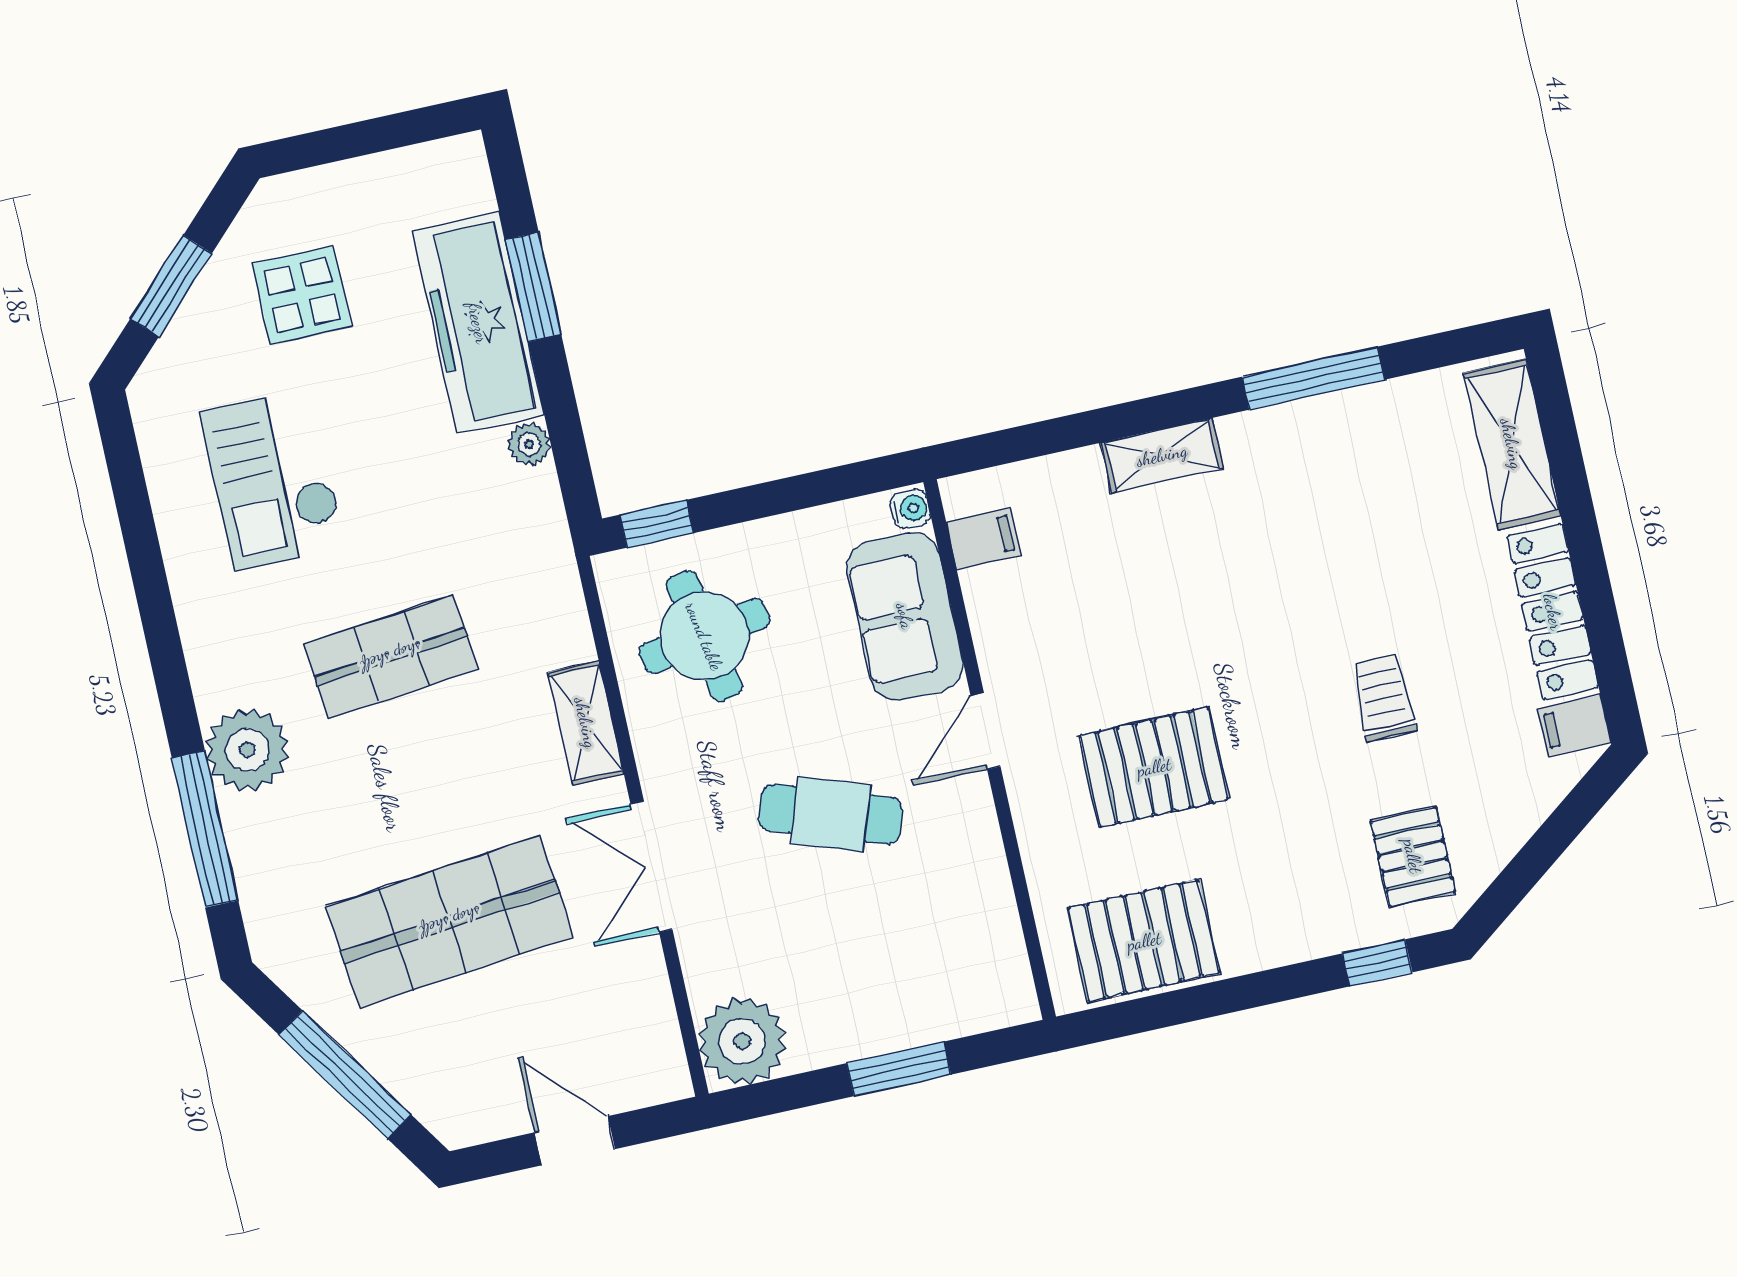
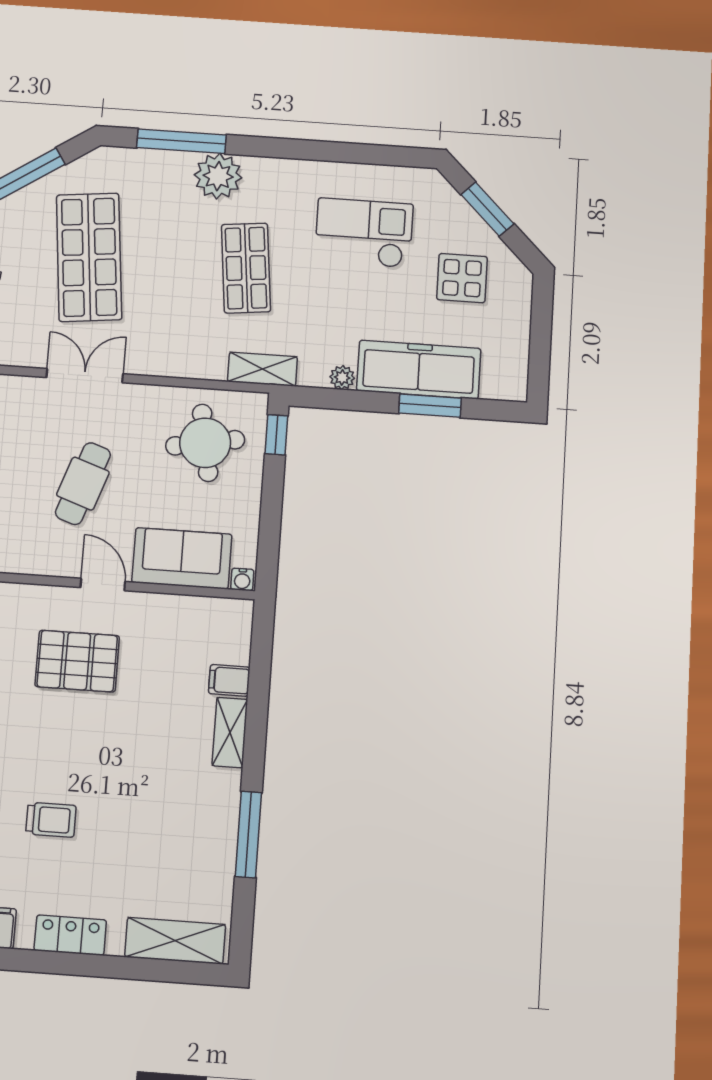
filing cabinet: (983, 539) -> (229, 680), moved, turned 90
locker: (1553, 612) -> (70, 935), width x0.66
shelving: (586, 723) -> (262, 369), moved
pallet: (1154, 767) -> (77, 661), moved, turned 90

